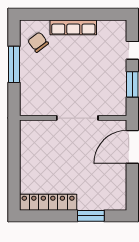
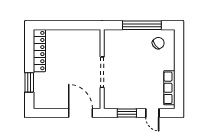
row of seats: (73, 27) -> (169, 88), moved
window: (14, 64) -> (142, 25), width x1.46

